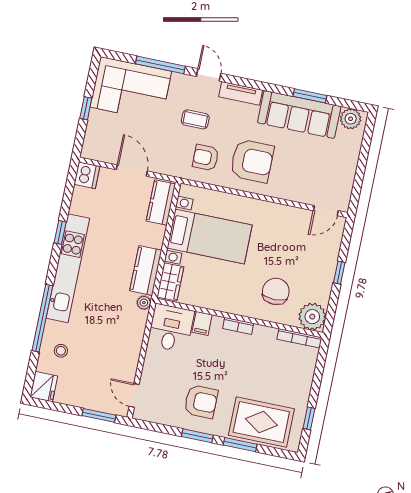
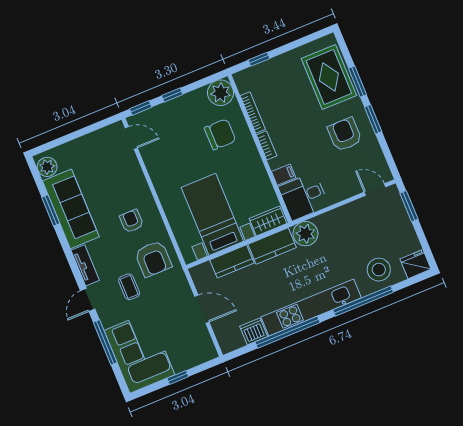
armchair: (206, 158) -> (153, 259), width x1.38, depth x1.38
armchair: (252, 161) -> (132, 221), width x0.53, depth x0.53
door: (132, 170) -> (202, 309), swing flipped
dishwasher: (87, 175) -> (254, 331), moved
kitchen counter: (161, 202) -> (232, 261), moved
window: (60, 232) -> (288, 332), width x3.17
window: (347, 237) -> (141, 108), added
chair: (276, 291) -> (220, 134), turned 180
plant: (144, 303) -> (305, 234), width x1.88, depth x1.88
bookcase: (299, 338) -> (253, 113), moved
stool: (61, 351) -> (379, 270), width x1.89, depth x1.89
door: (134, 395) -> (375, 189), swing flipped
window: (309, 418) -> (259, 59), moved

